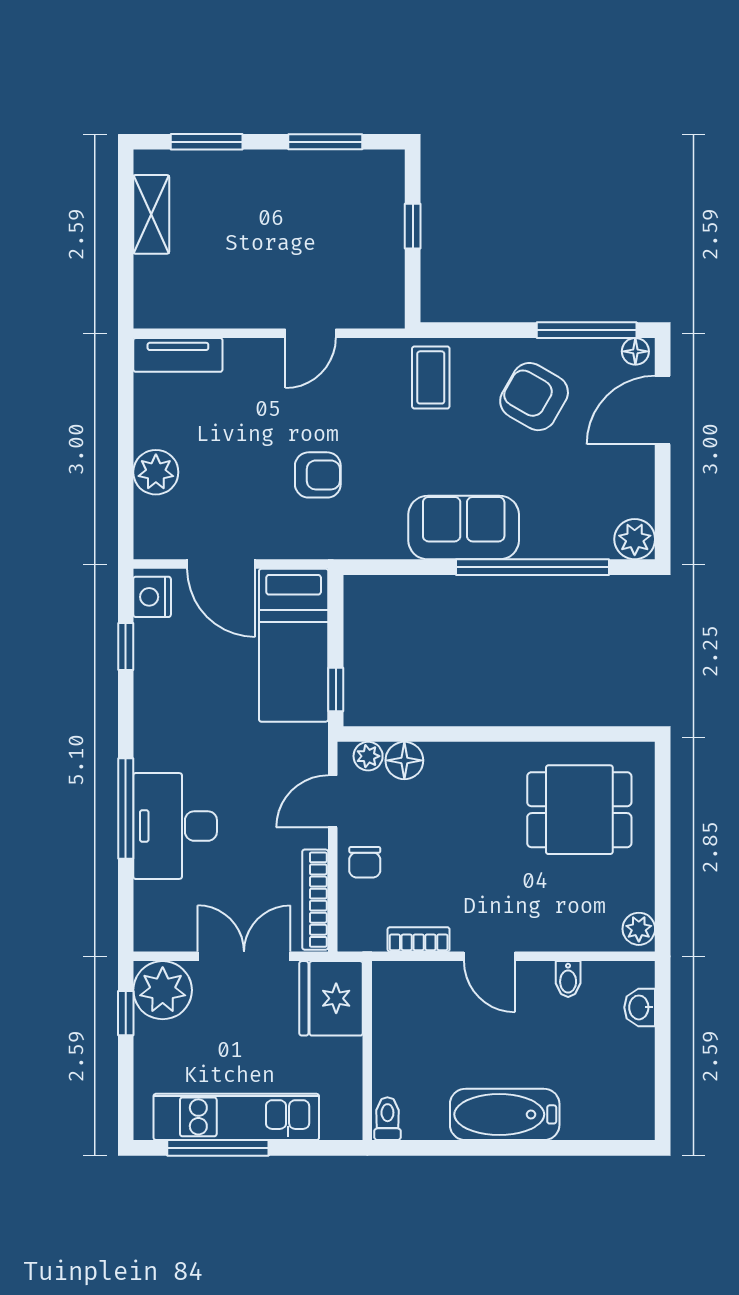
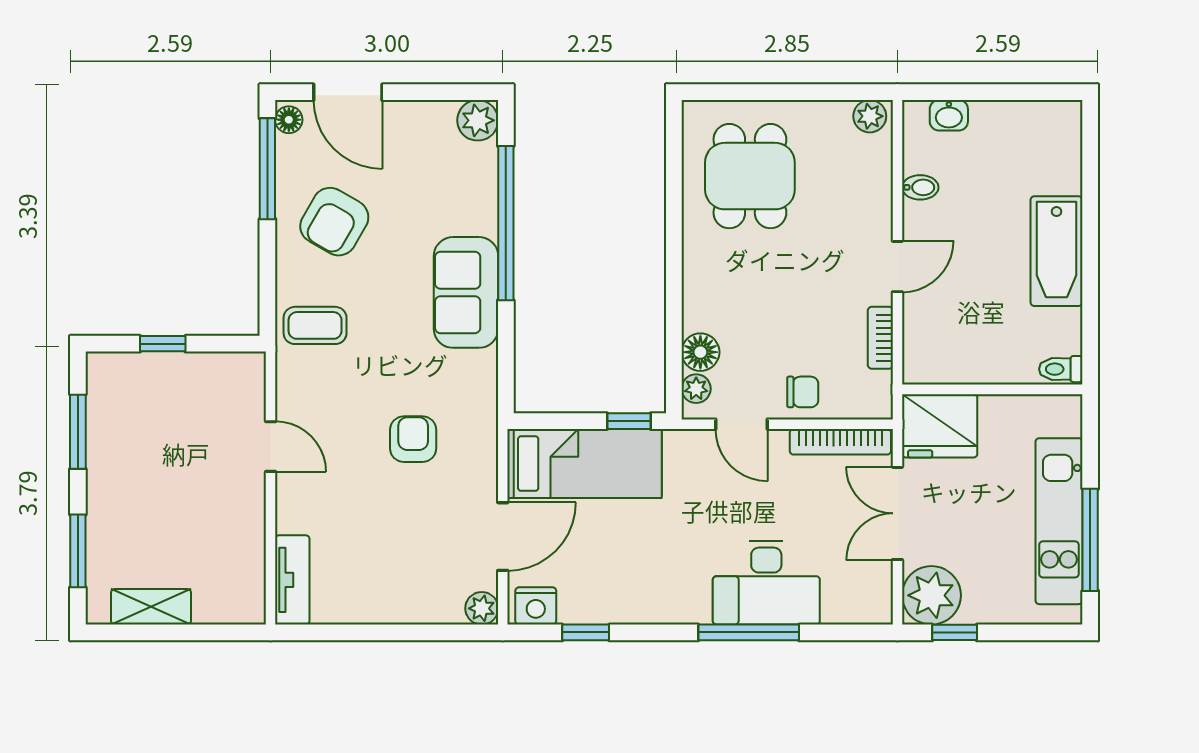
plant: (156, 472) -> (482, 608), moved, width x0.73, depth x0.73

